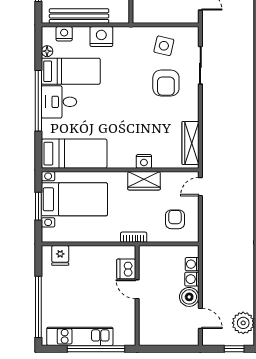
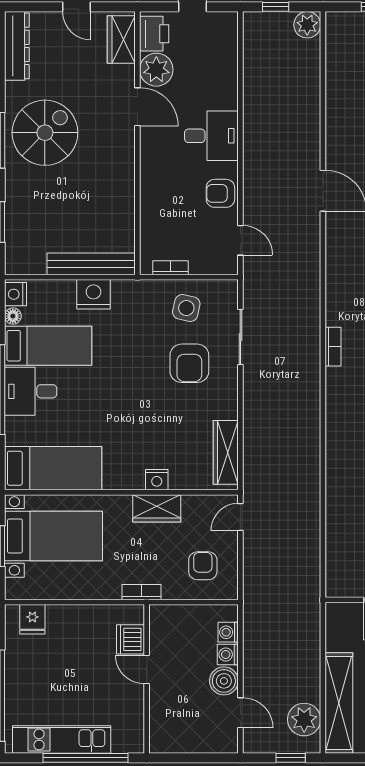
bench: (79, 16) -> (91, 264), moved
bookcase: (153, 19) -> (170, 268), added
nightstand: (64, 34) -> (15, 294), moved, turned -90

